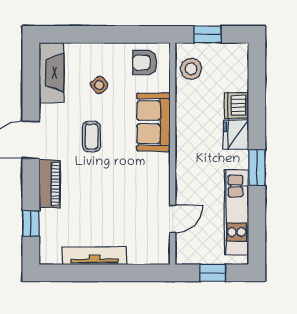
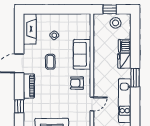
armchair: (145, 63) -> (77, 83), moved
stool: (191, 69) -> (116, 23), moved

